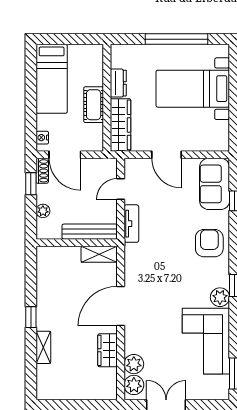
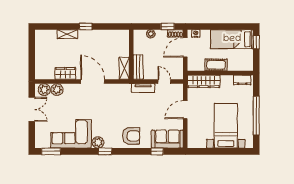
window: (56, 39) -> (256, 42), added
dresser: (118, 83) -> (242, 80), moved
bench: (90, 232) -> (138, 67), width x0.73

